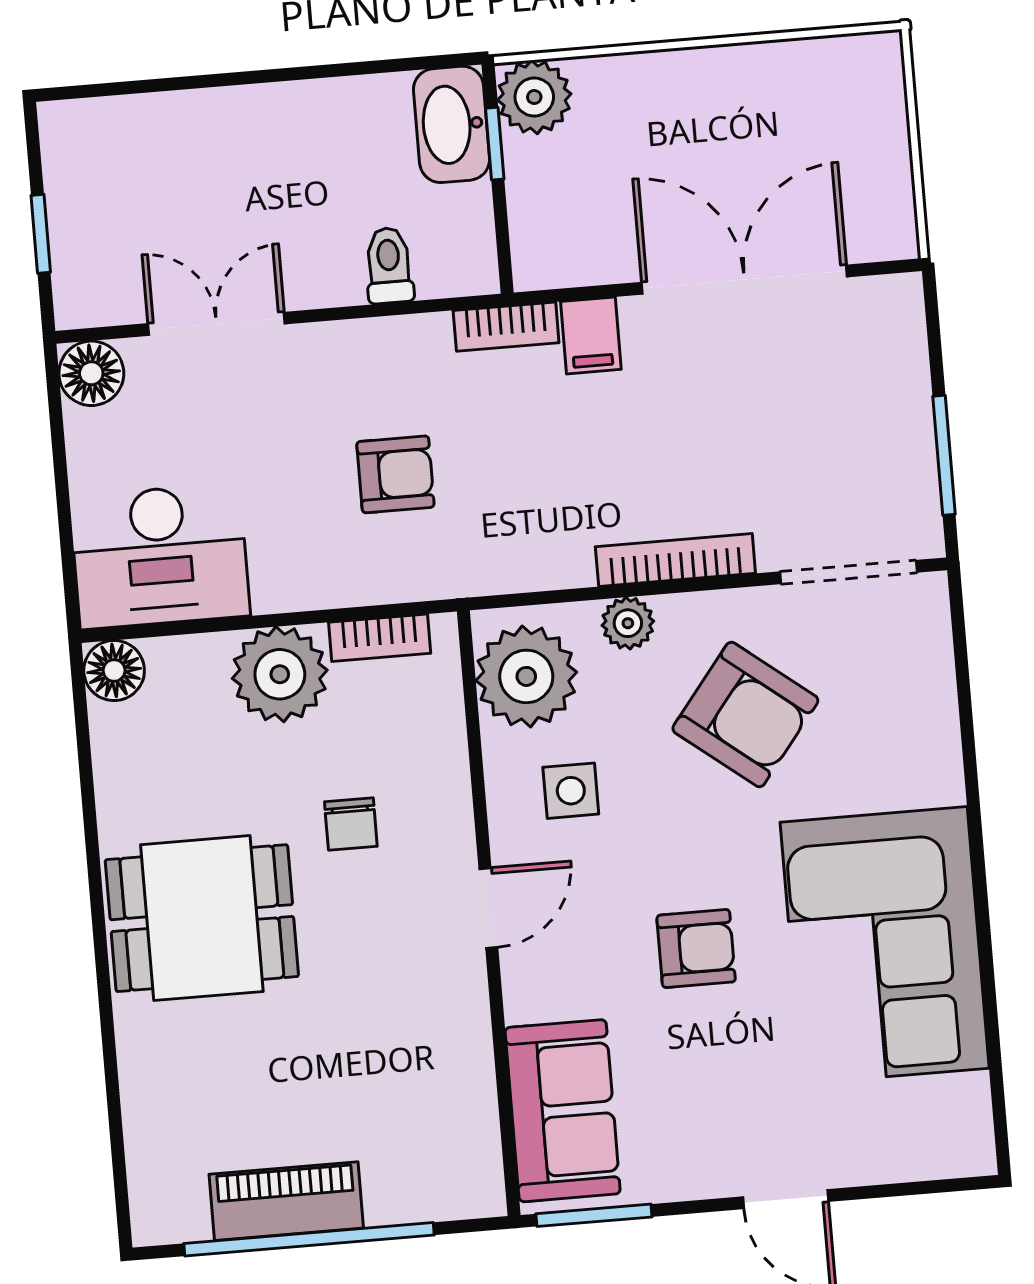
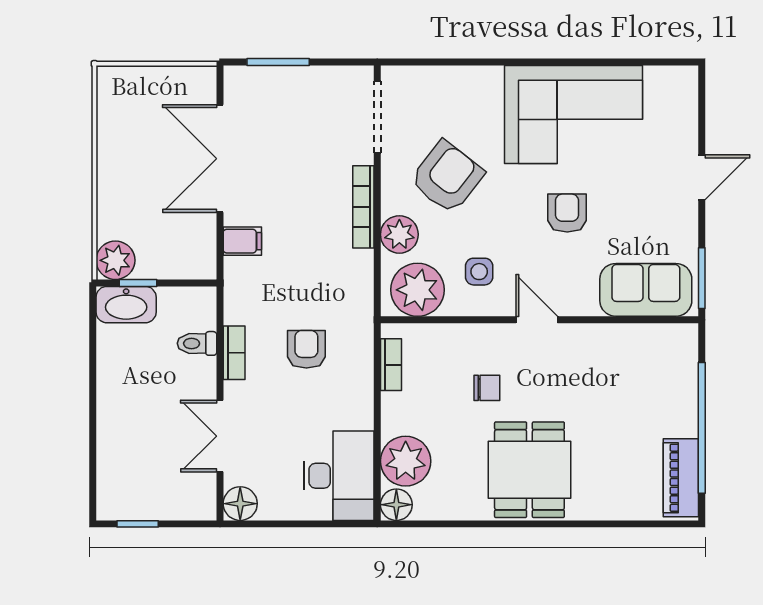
window: (41, 234) -> (138, 524), moved
bookcase: (506, 327) -> (234, 353), moved
window: (944, 455) -> (278, 62), moved
plant: (628, 623) -> (399, 234), width x1.38, depth x1.38
plant: (280, 674) -> (406, 461), moved
piano: (286, 1201) -> (681, 478), moved

